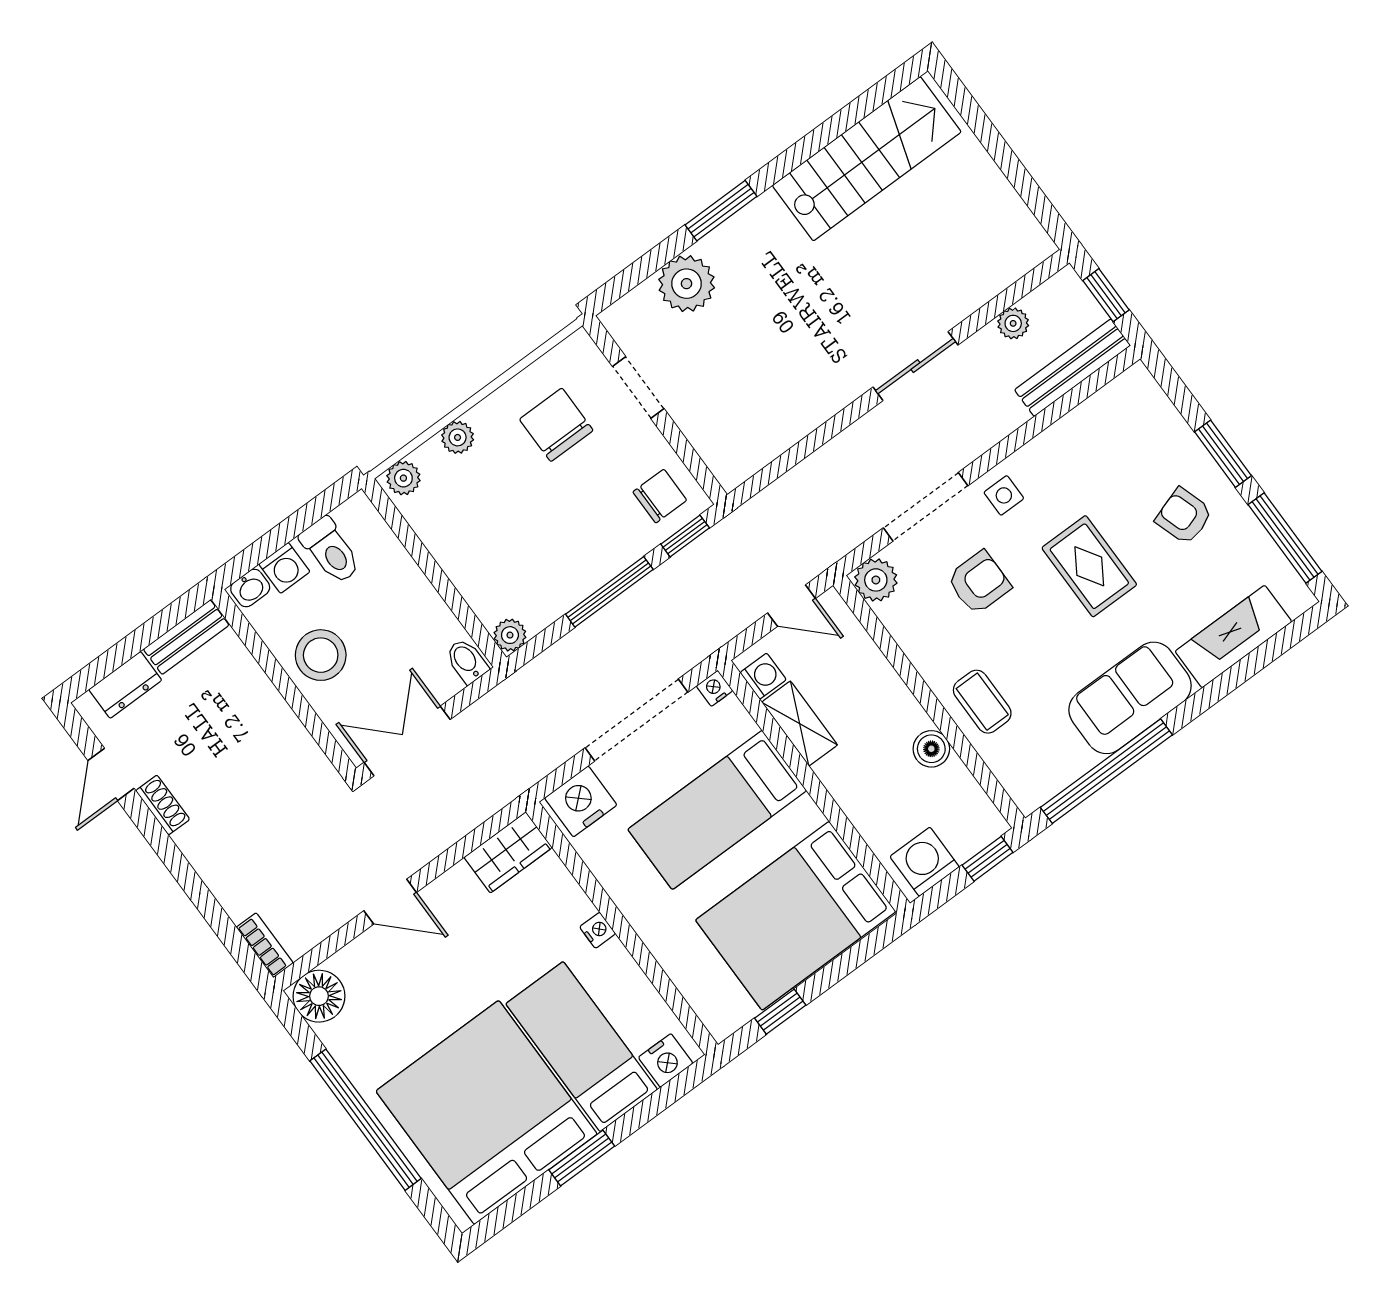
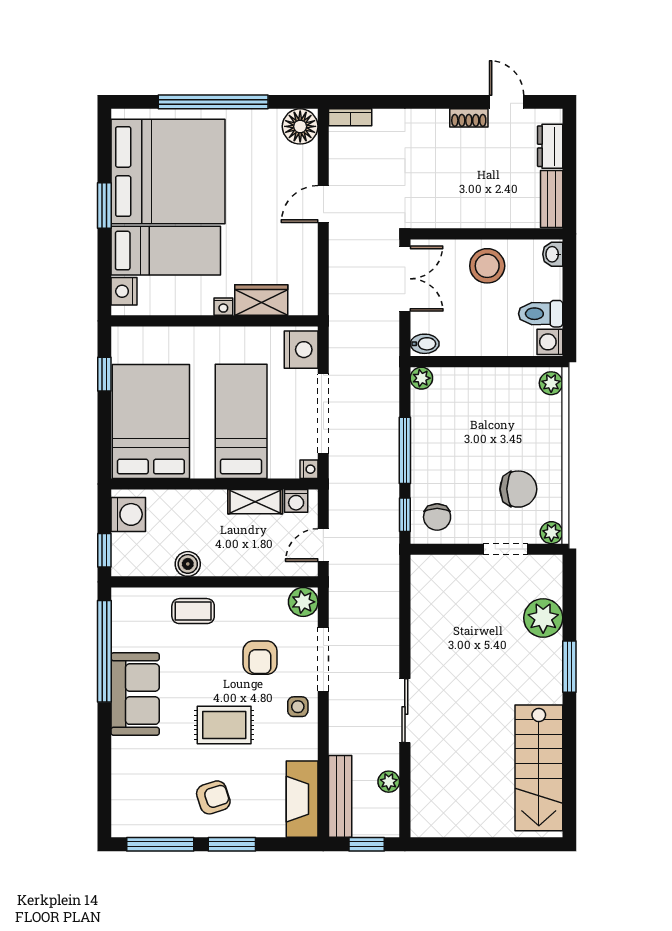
plant: (458, 437) -> (551, 533), moved
washing machine: (284, 568) -> (550, 342), moved
fireplace: (1233, 637) -> (302, 799), moved, turned 180
wardrobe: (508, 852) -> (261, 300), moved, turned 90

